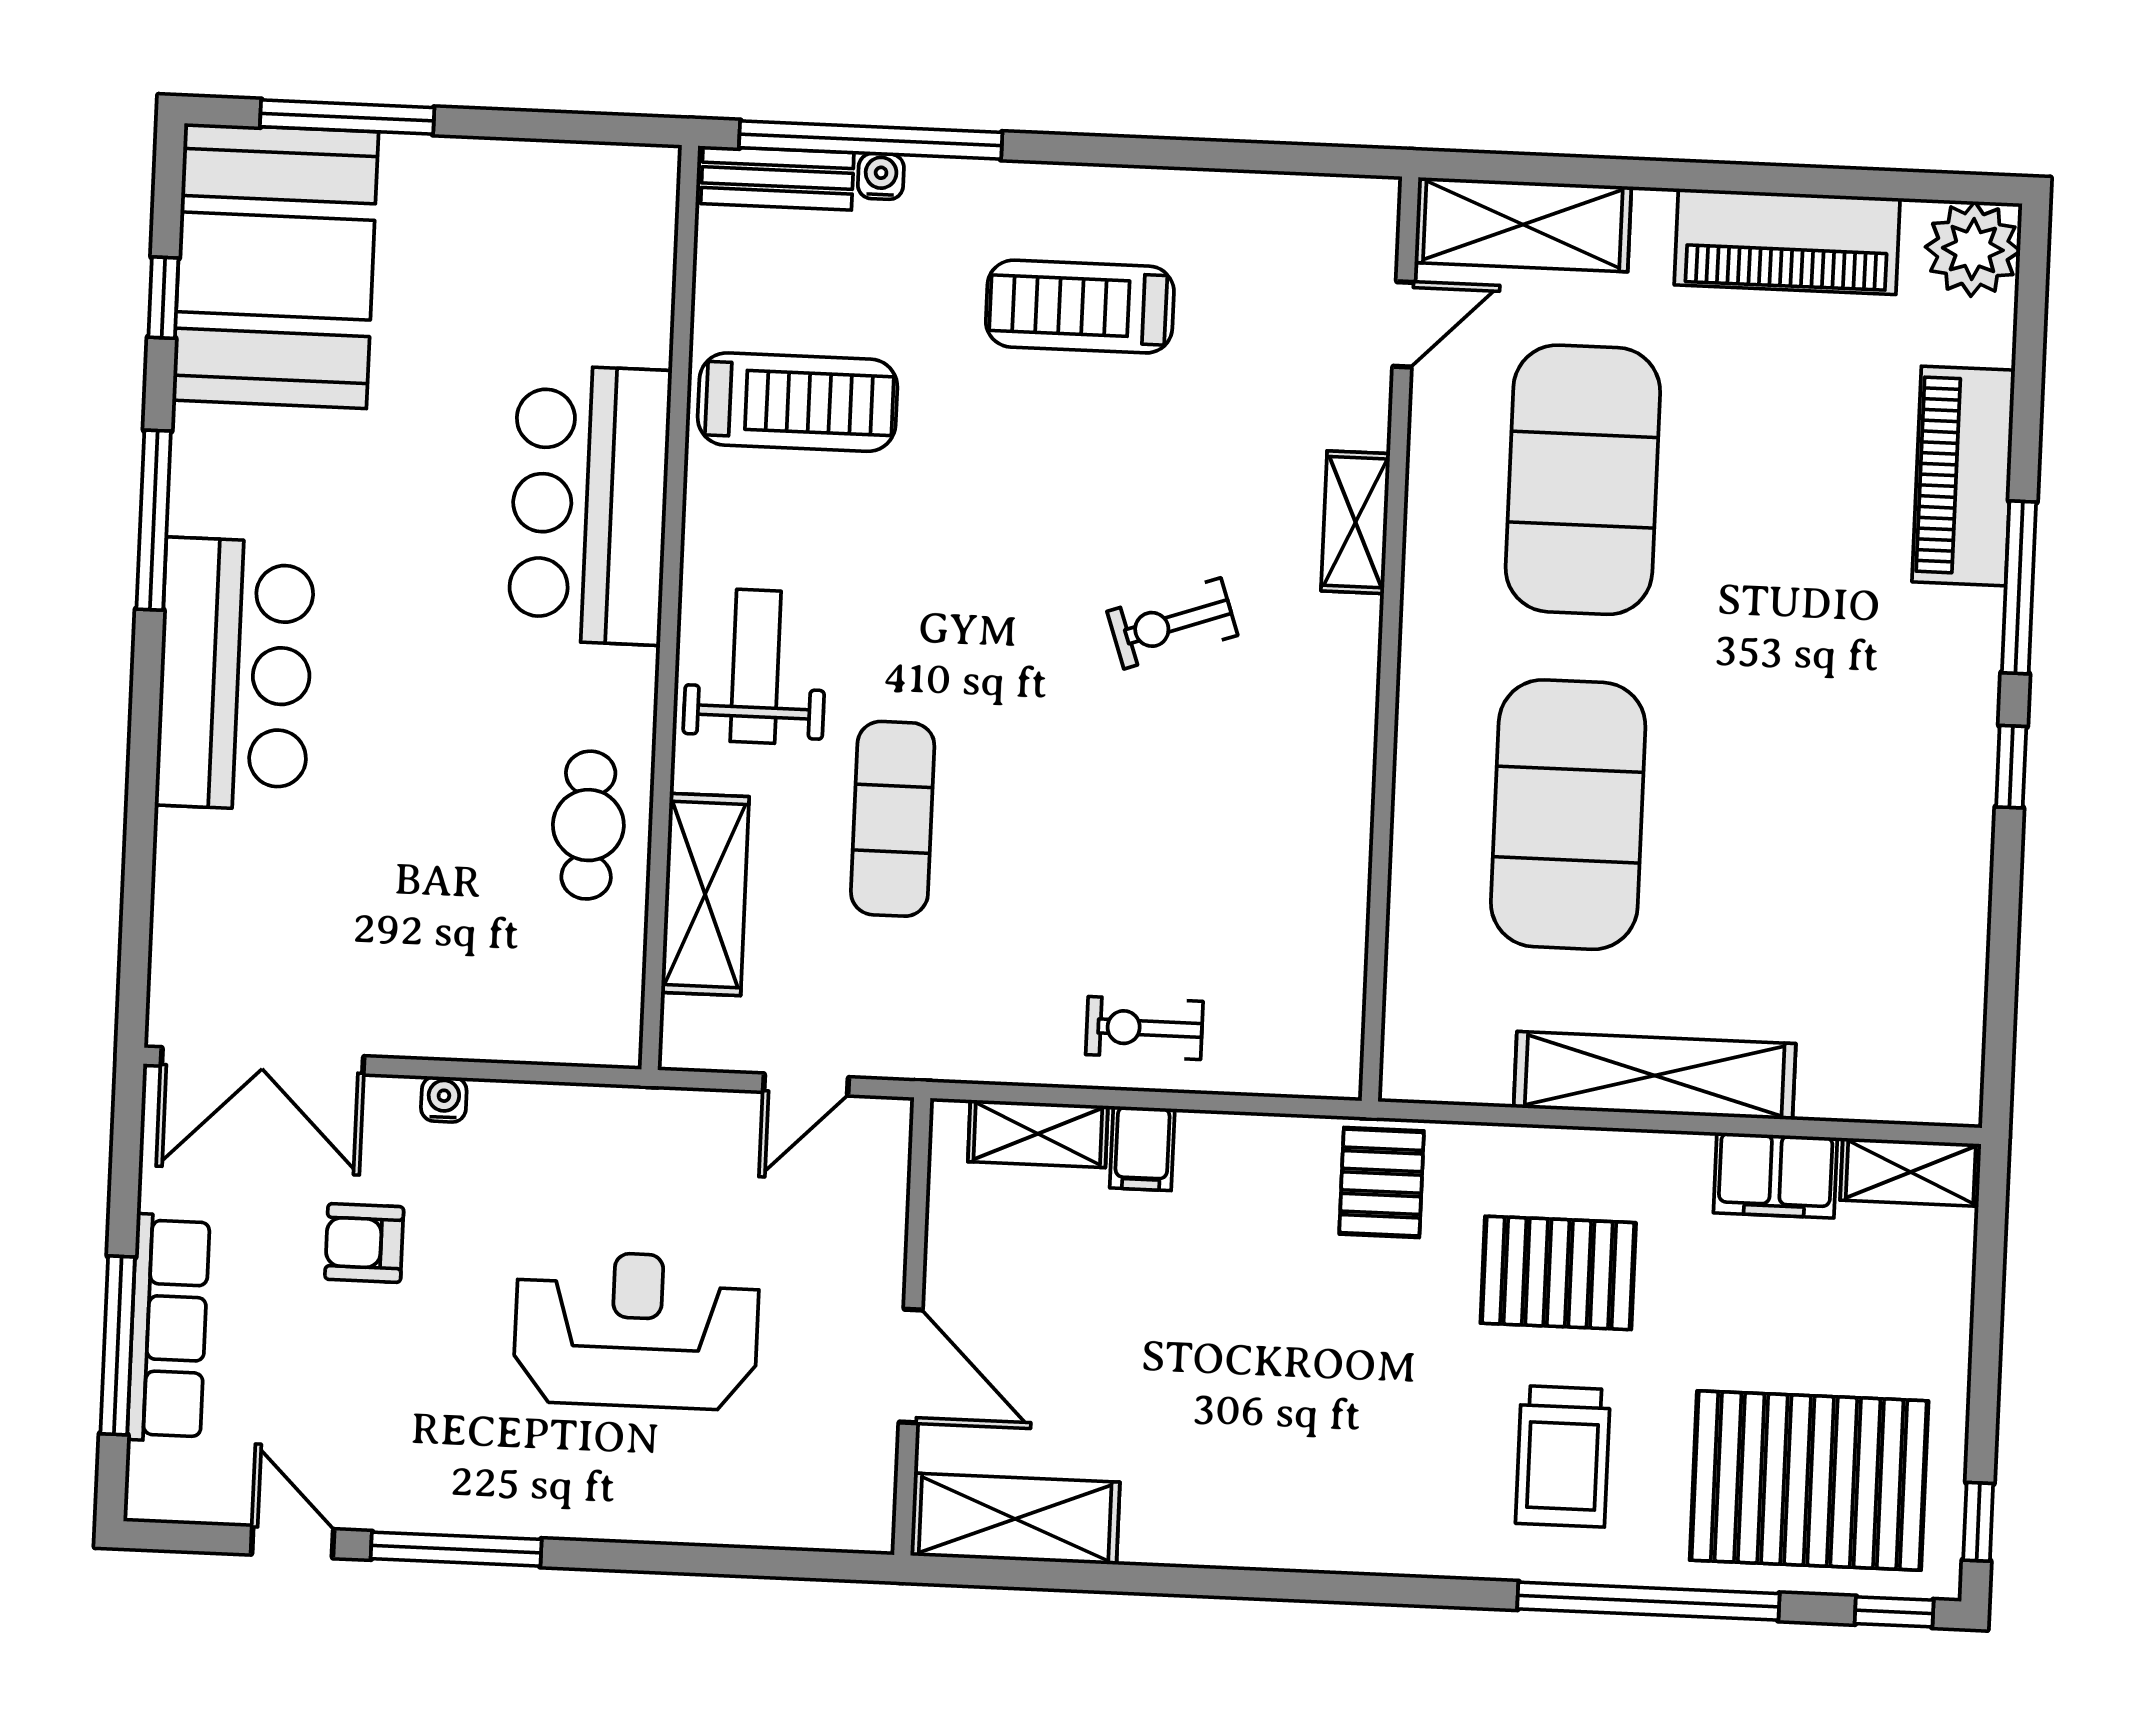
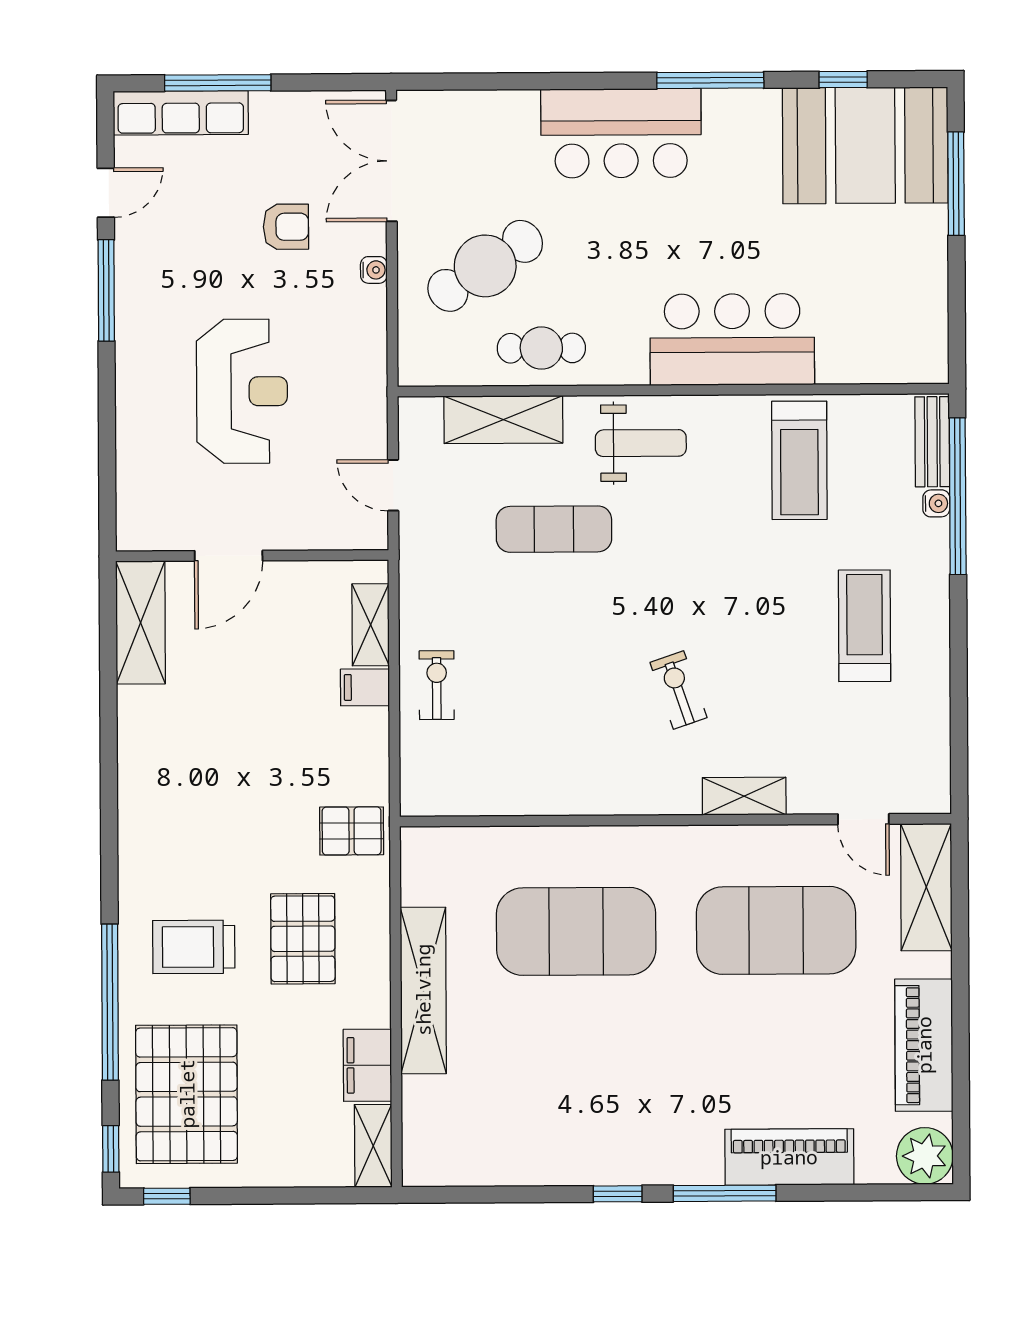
cafe table: (446, 912) -> (485, 266), added
armchair: (364, 1243) -> (286, 227), turned 90
row of seats: (168, 1328) -> (181, 113), moved

